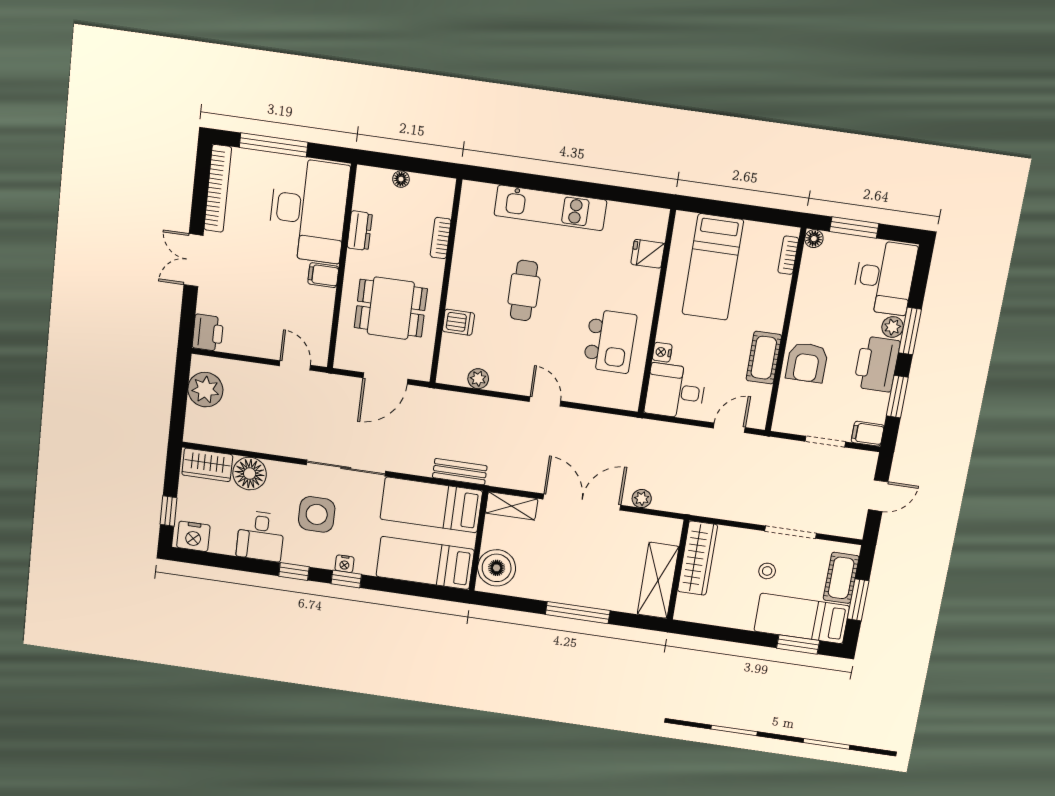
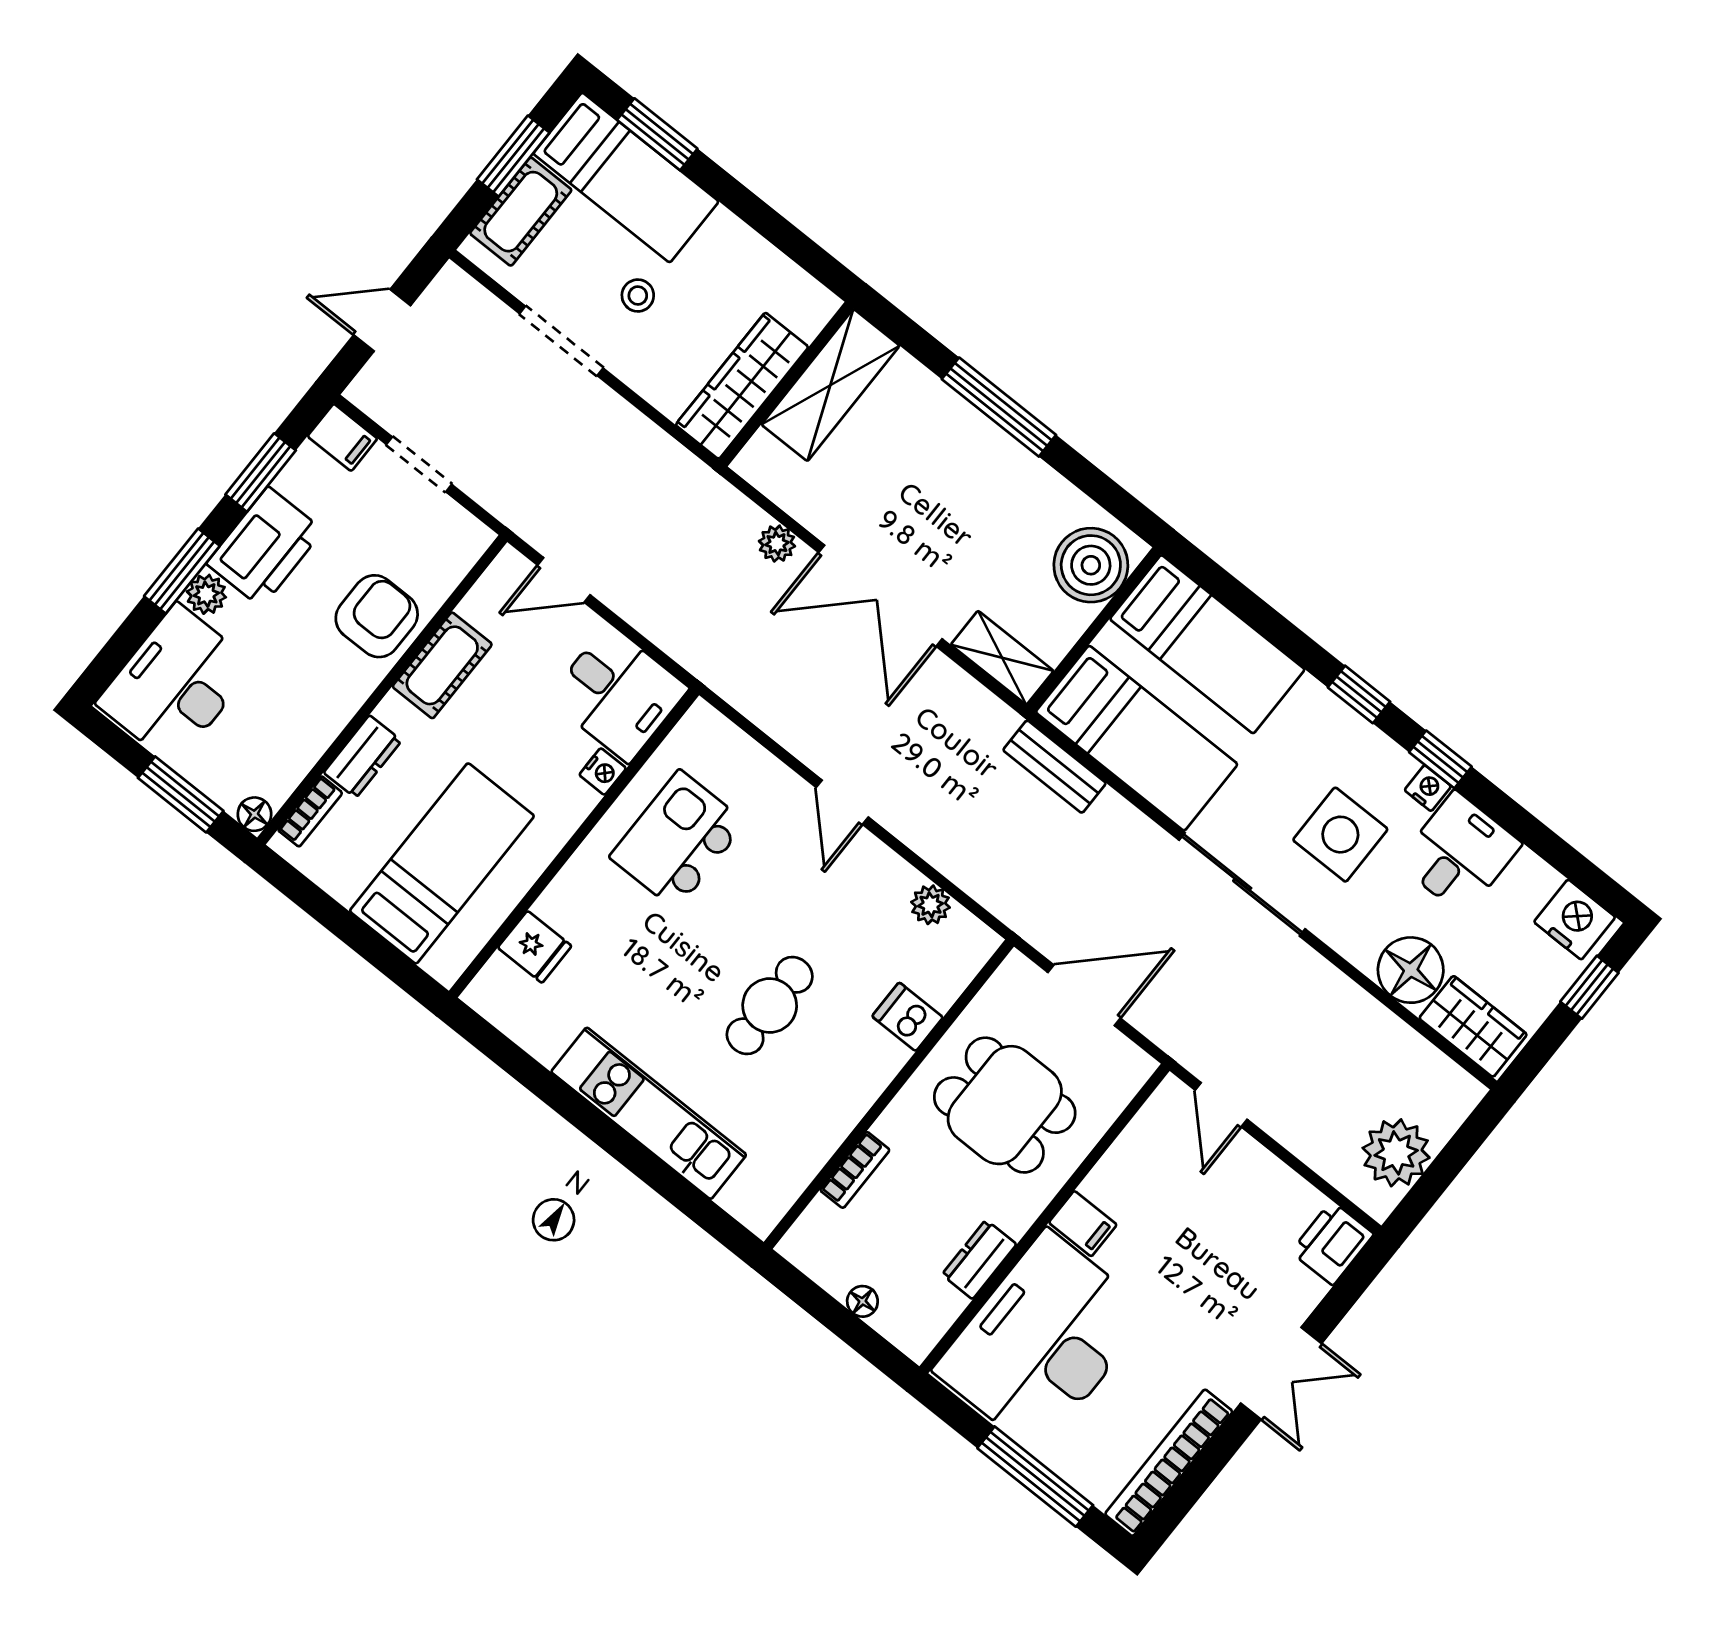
dresser: (778, 295) -> (363, 757), added
nightstand: (345, 564) -> (1428, 788), moved

